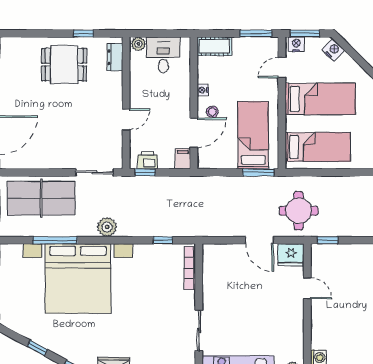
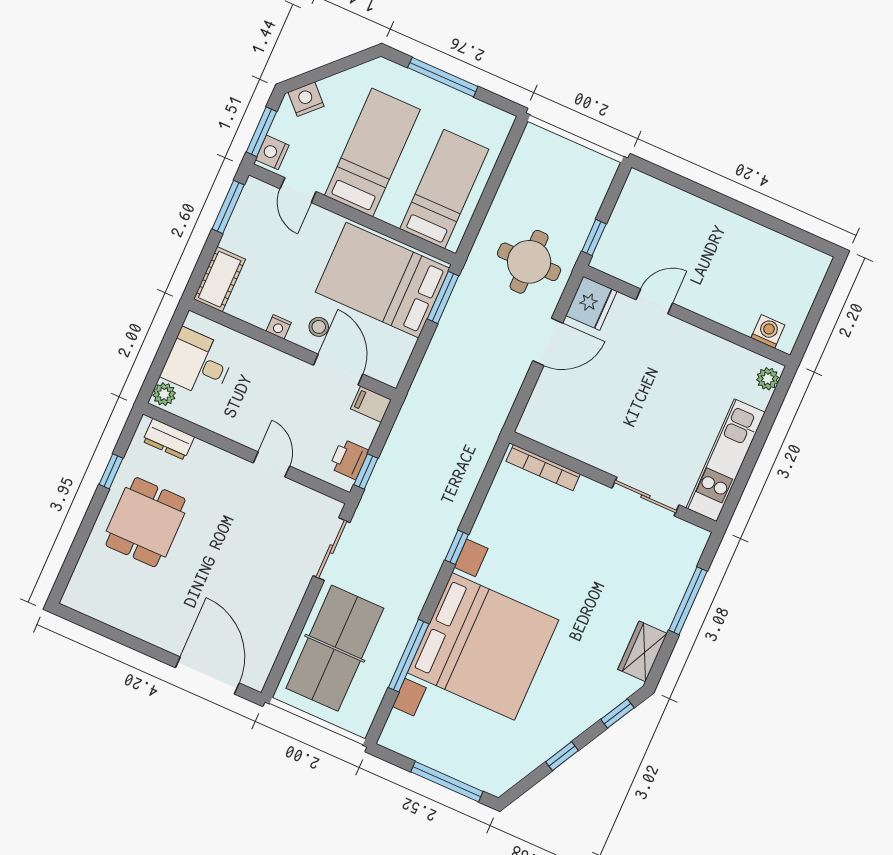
bed: (253, 135) -> (382, 280), width x1.50
plant: (107, 227) -> (424, 567), removed
window: (163, 240) -> (457, 547), moved

